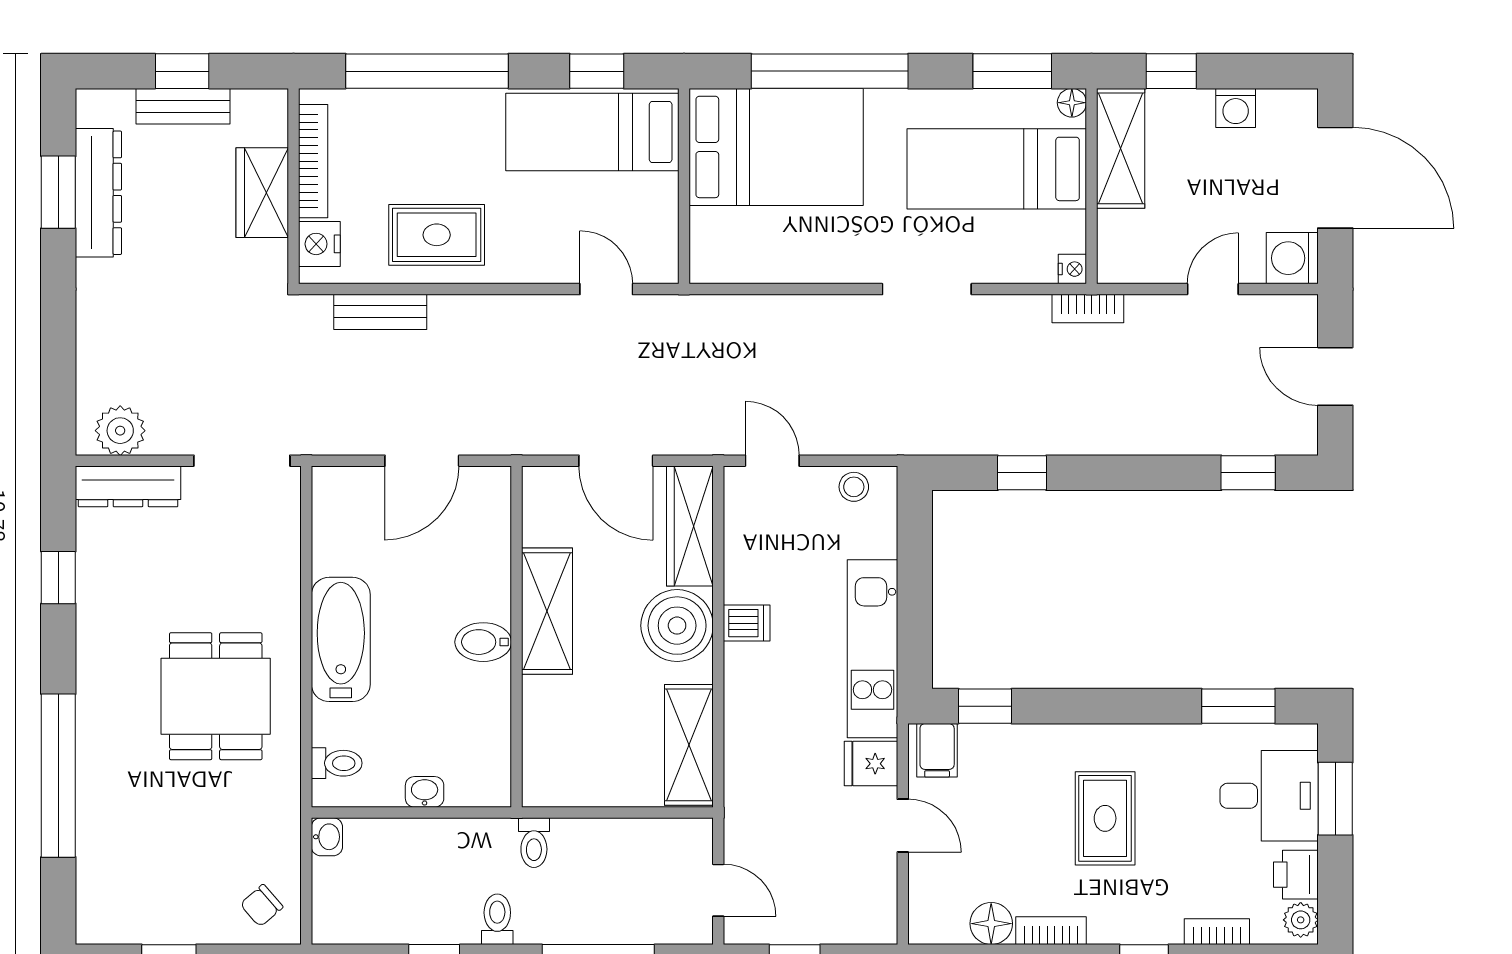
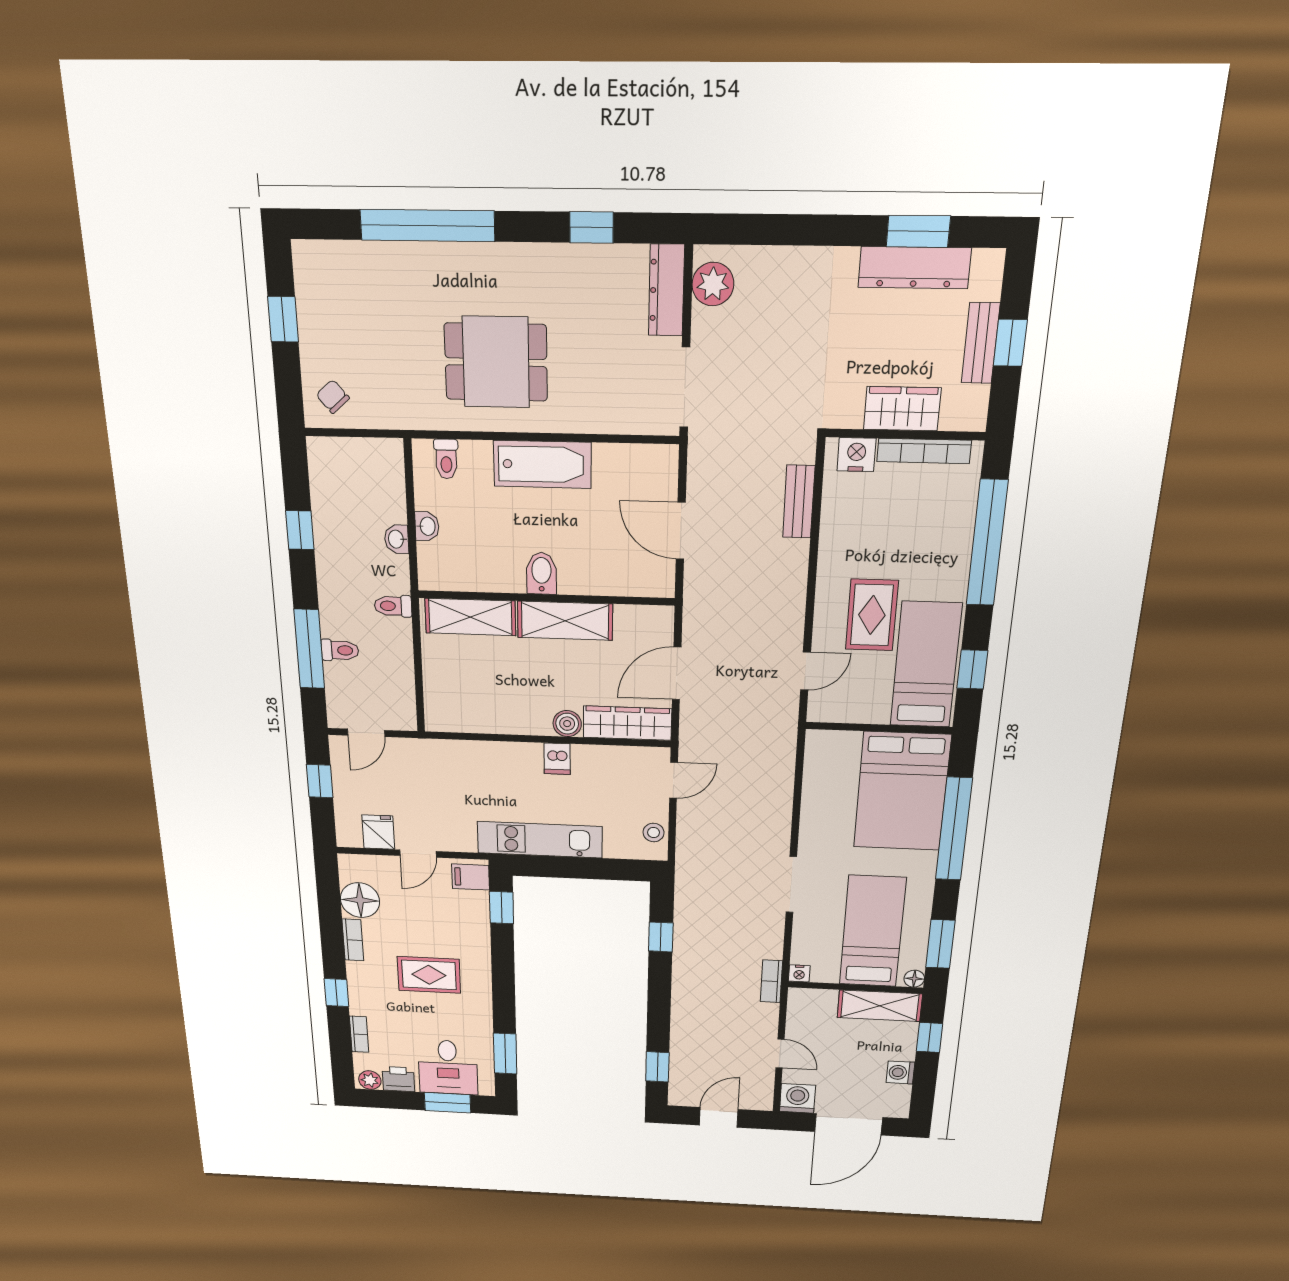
rug: (437, 235) -> (872, 615), moved
boiler: (677, 626) -> (567, 724), width x0.54, depth x0.54
shelving: (689, 745) -> (470, 617), moved
fridge: (871, 764) -> (378, 832), moved
washbasin: (327, 837) -> (397, 539), moved, turned 90
toilet: (497, 919) -> (340, 650), moved
floor lamp: (991, 924) -> (360, 900), width x1.38, depth x1.38

